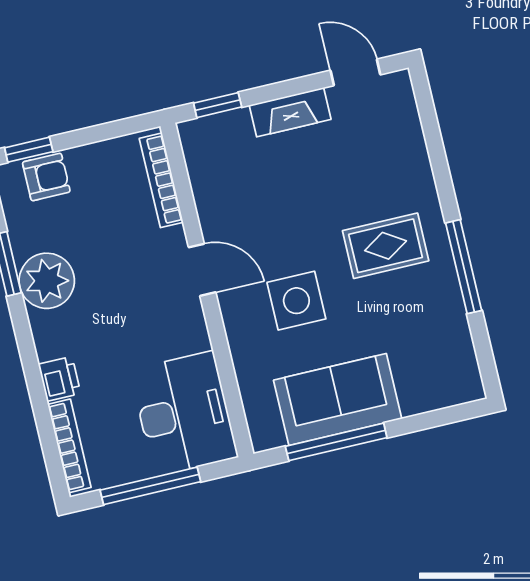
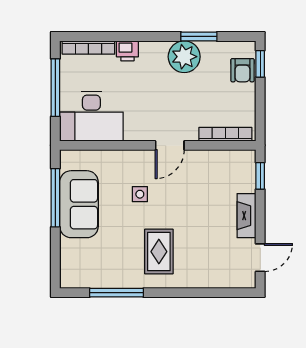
window: (464, 267) -> (116, 293), moved
side table: (296, 301) -> (140, 194), width x0.54, depth x0.54

